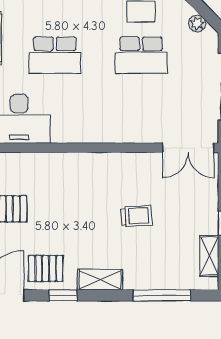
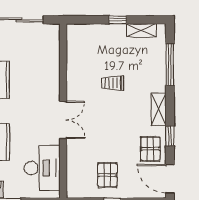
double door: (188, 148) -> (63, 120), moved
trolley: (136, 216) -> (112, 83), turned -86

